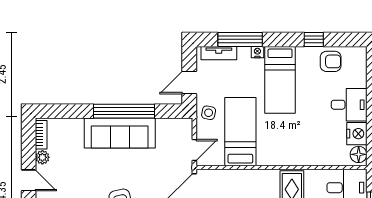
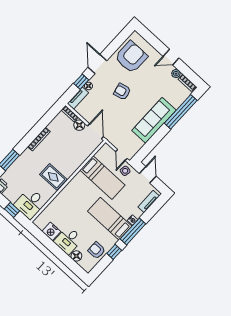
window: (240, 39) -> (133, 231), moved
armchair: (331, 61) -> (97, 250), turned 90
window: (124, 111) -> (181, 112), moved
door: (194, 150) -> (121, 155), moved
floor lamp: (359, 154) -> (76, 256), moved

